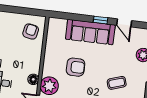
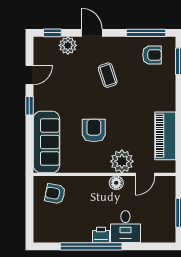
sofa: (90, 32) -> (46, 142), moved

